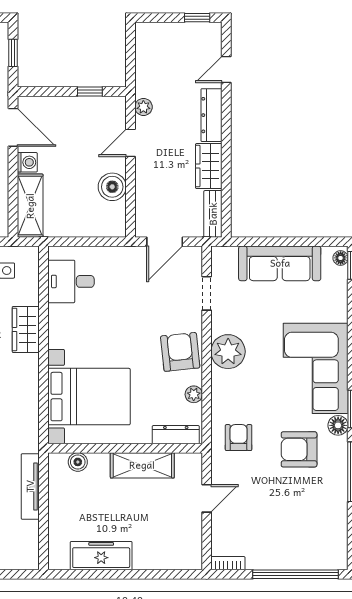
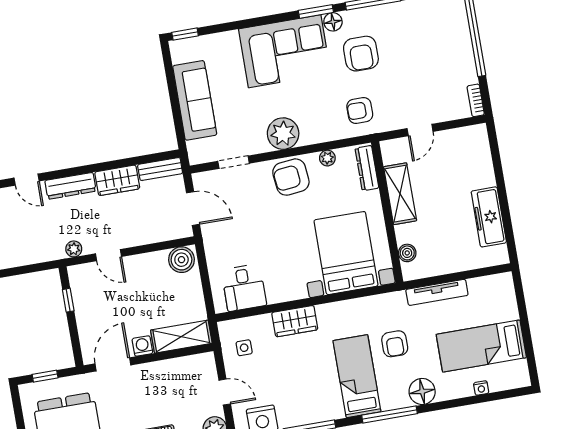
boiler: (112, 187) -> (181, 260), moved
floor lamp: (341, 258) -> (180, 46), removed
door: (207, 498) -> (420, 130), swing flipped

